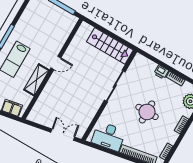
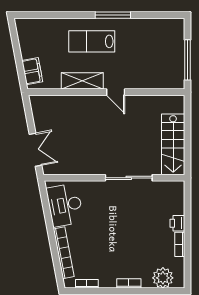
round table: (147, 112) -> (120, 234), removed

